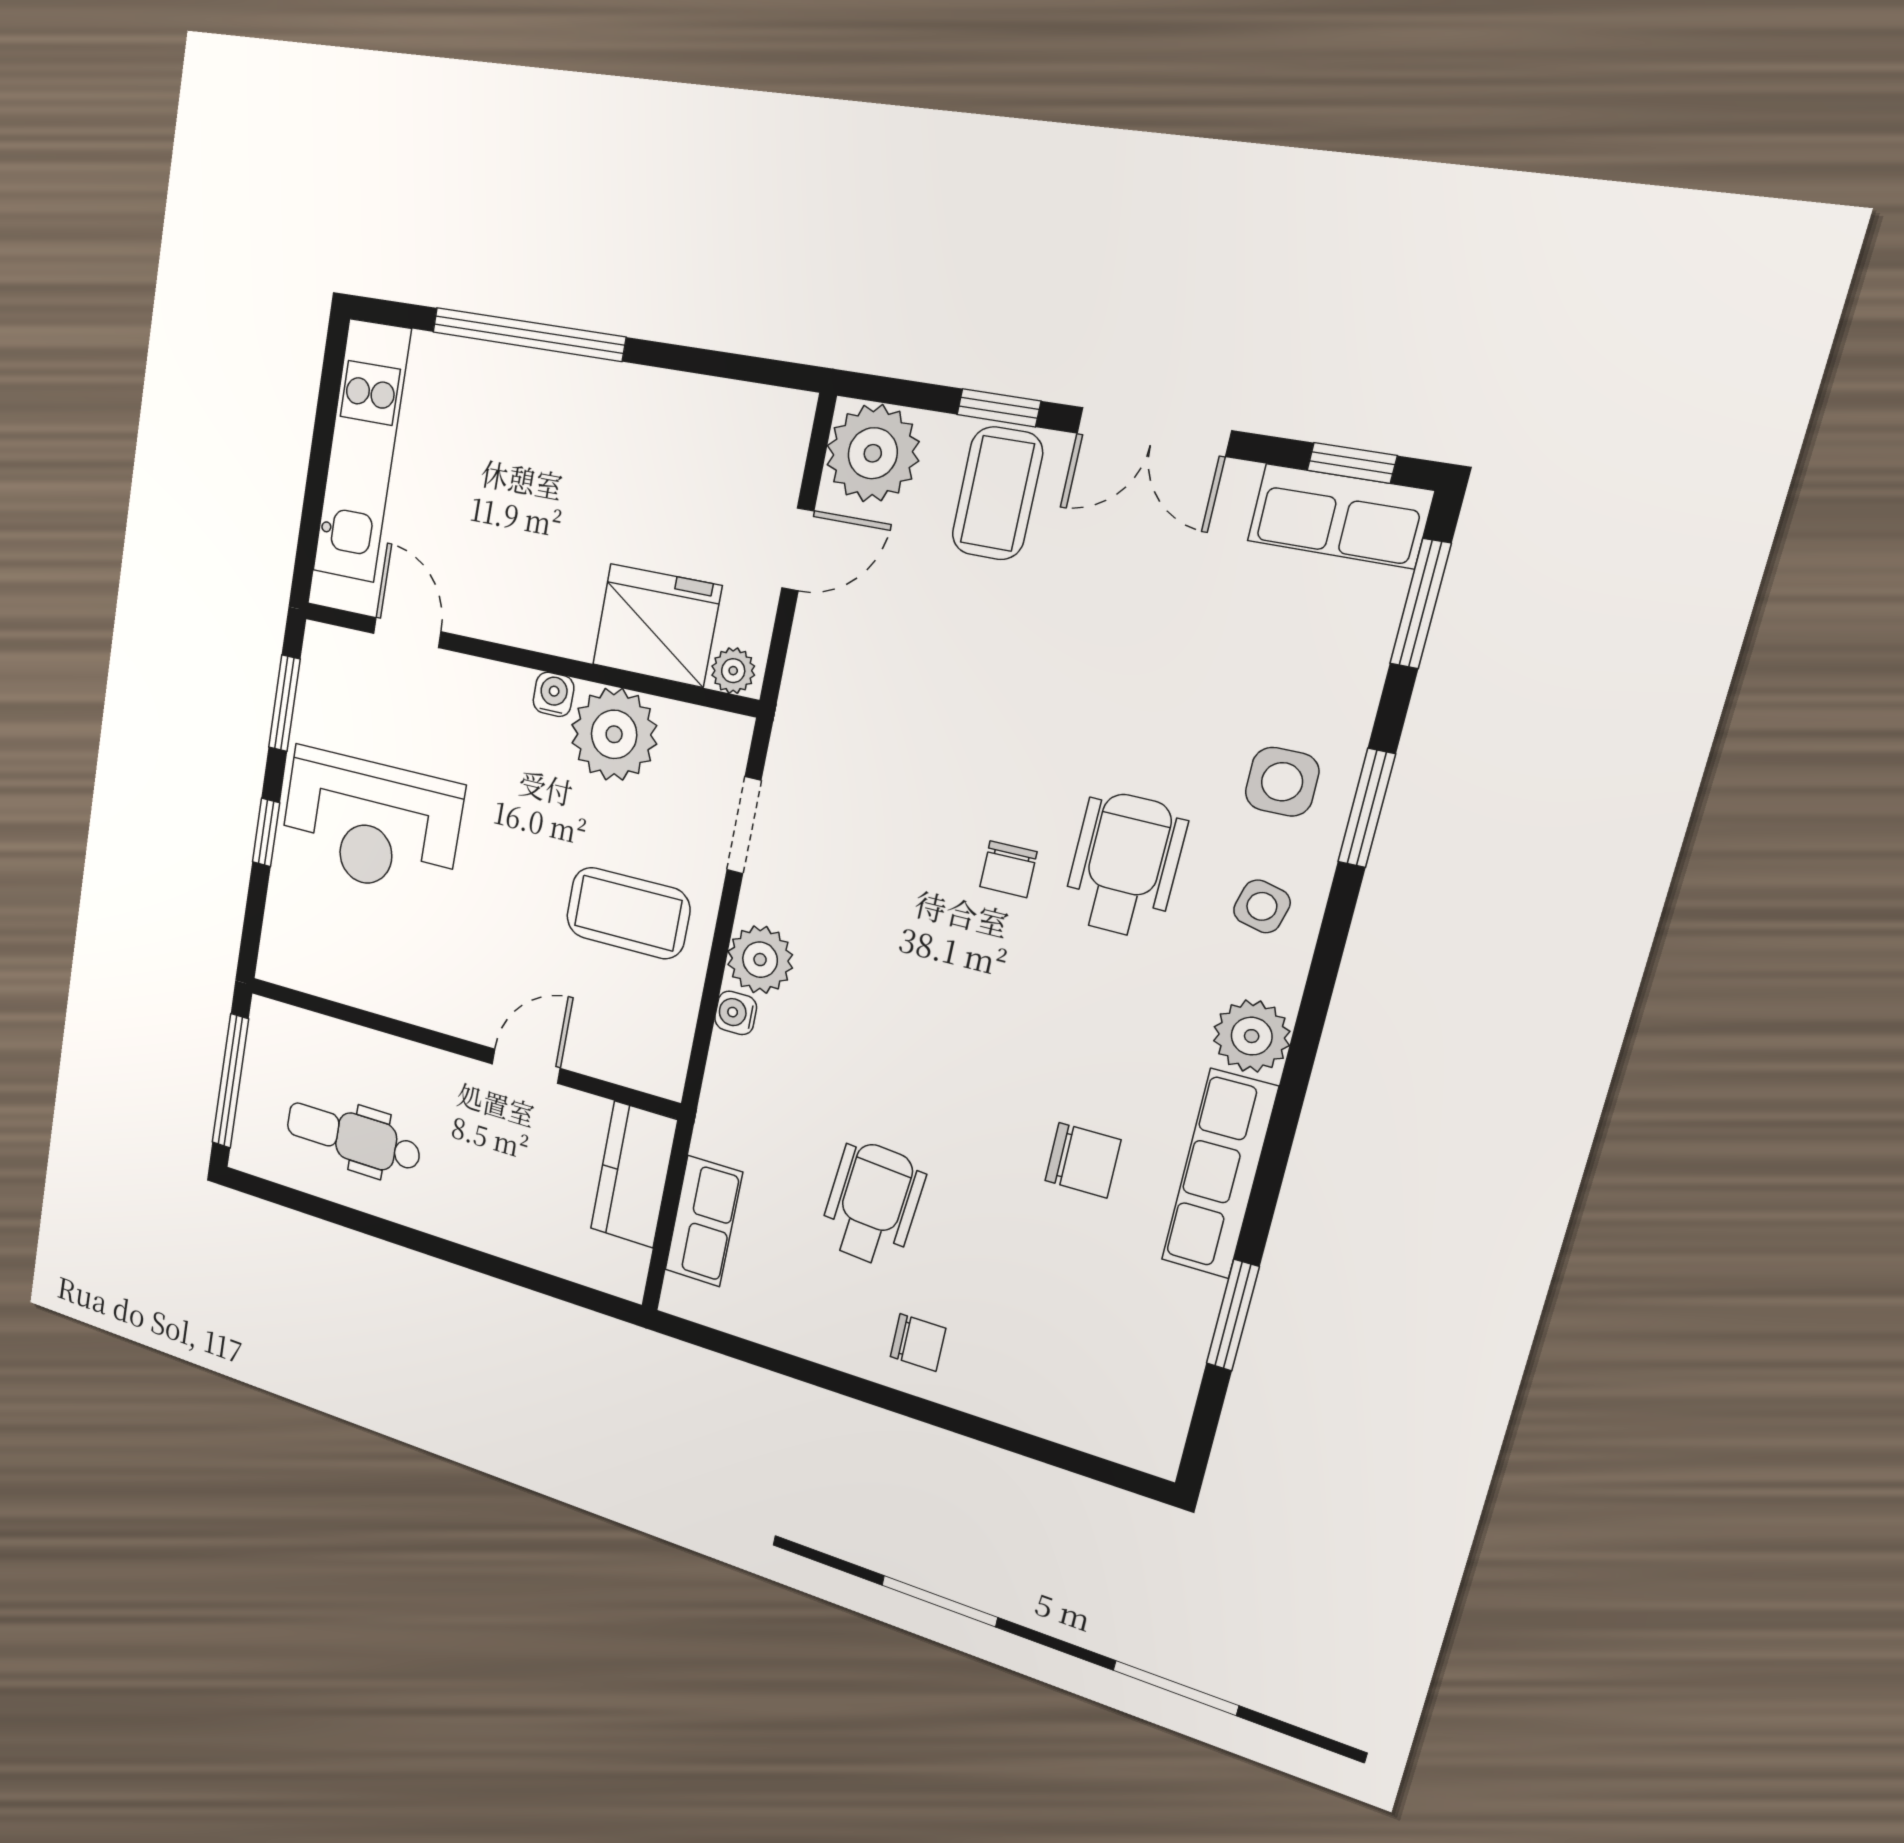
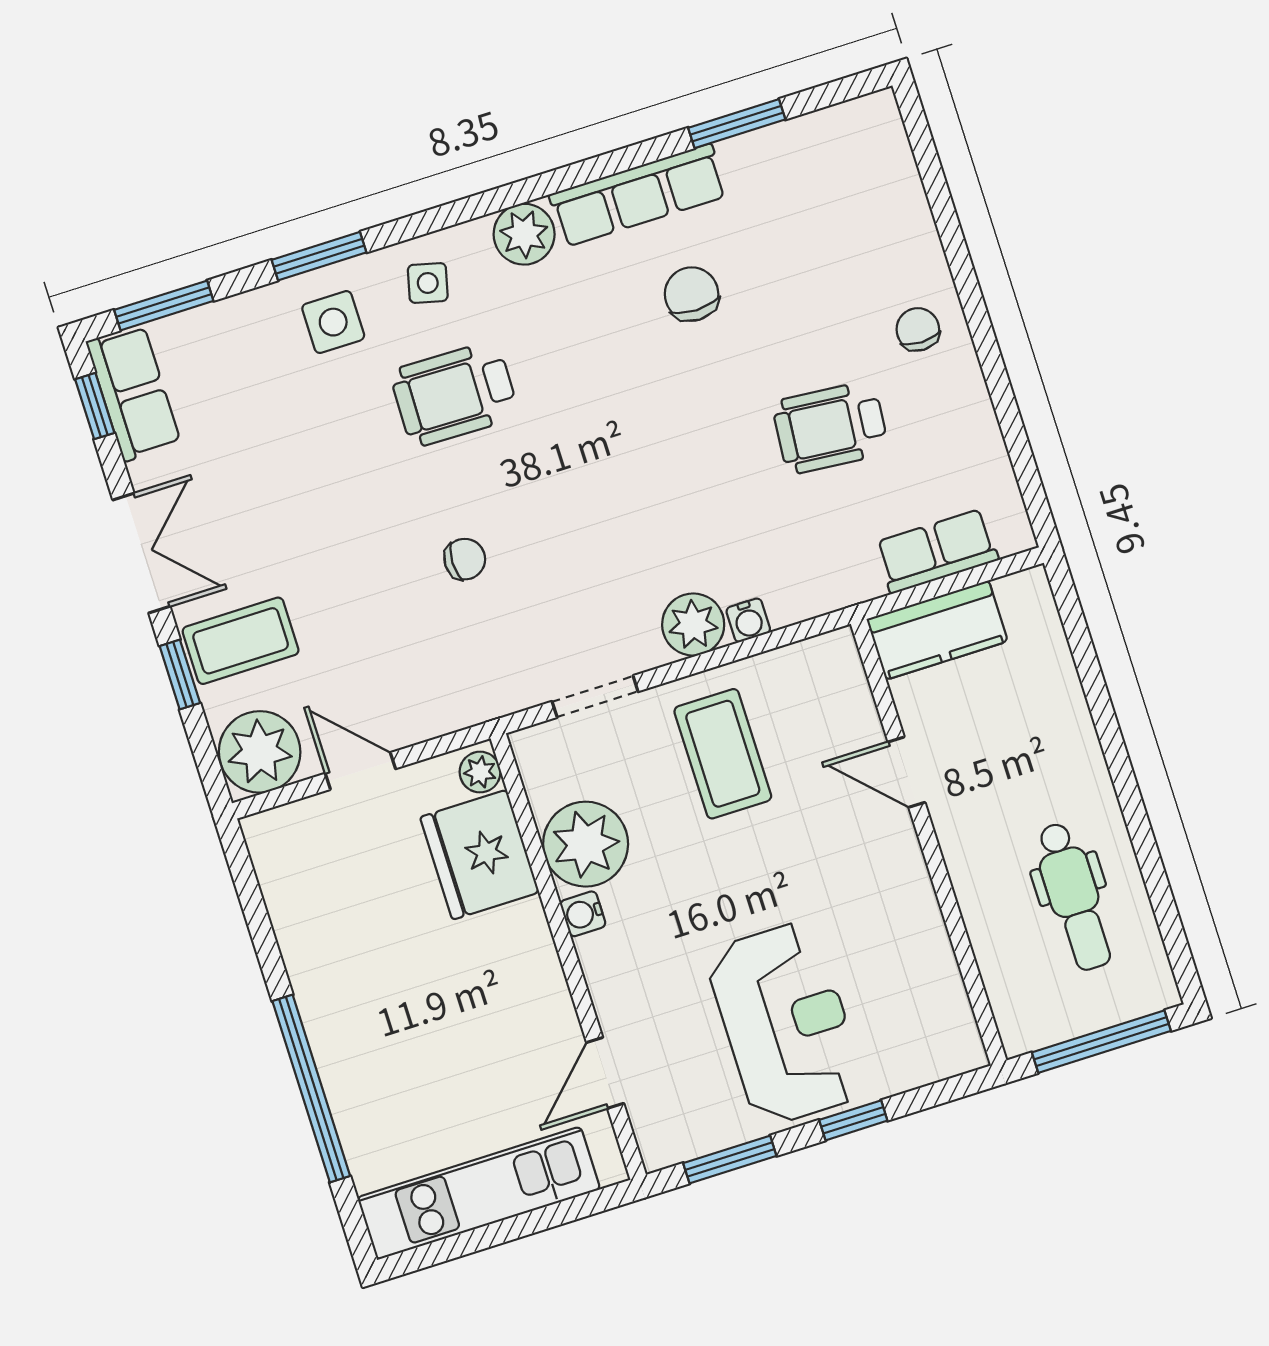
chair: (1008, 869) -> (465, 559), moved

